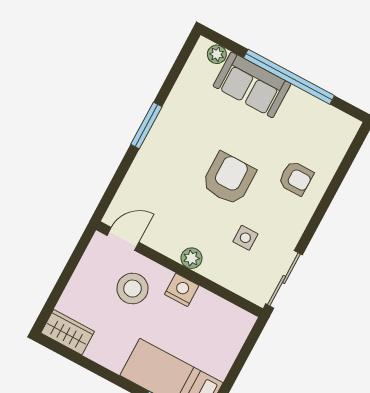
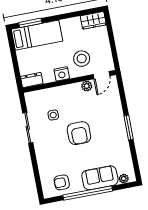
armchair: (296, 178) -> (62, 182), moved
plant: (191, 258) -> (87, 86), moved
sliding door: (284, 279) -> (28, 128), moved
dresser: (235, 318) -> (32, 80), added

